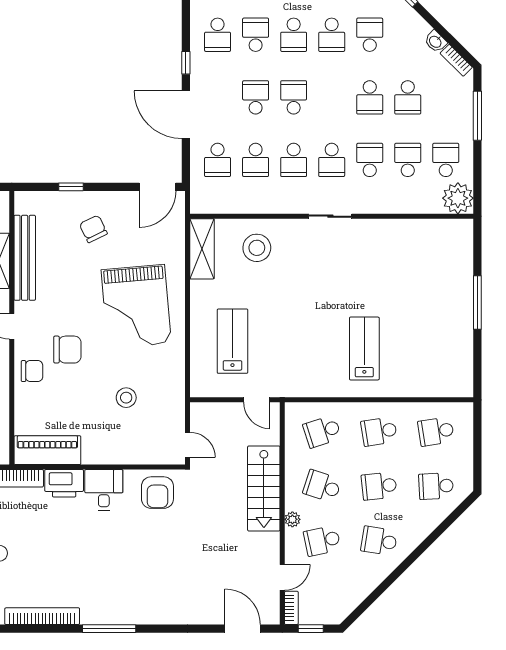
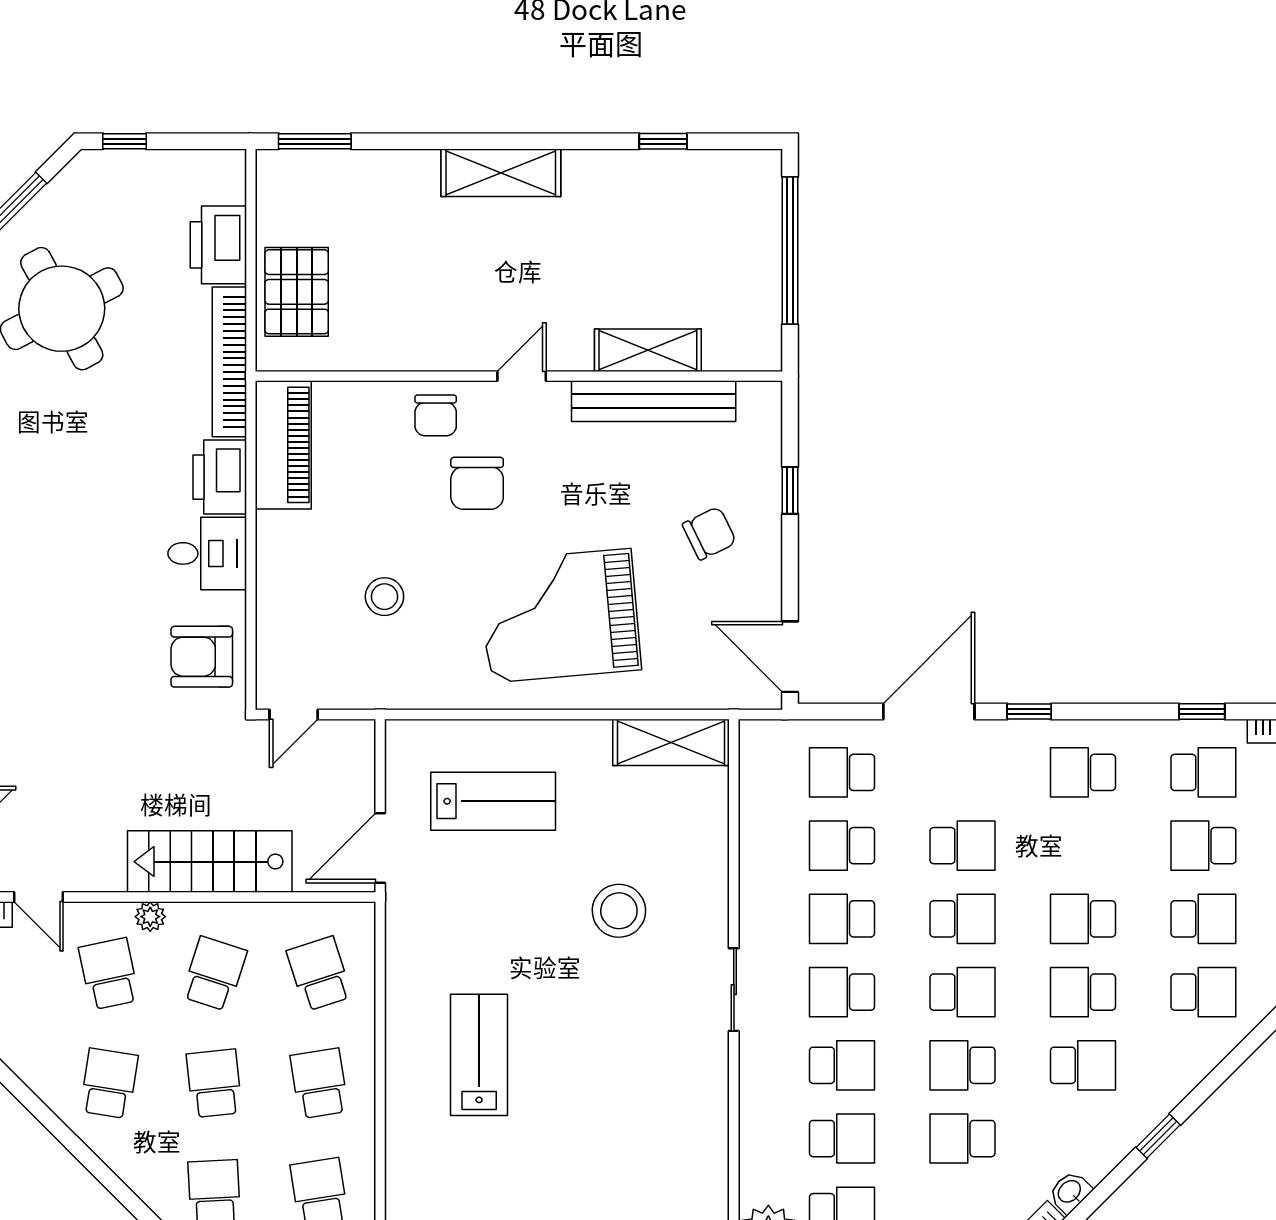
school desk: (256, 35) -> (962, 992), moved
stool: (257, 248) -> (619, 911), moved
lab bench: (364, 349) -> (479, 1055), turned -90
door: (257, 400) -> (380, 848), width x1.38

